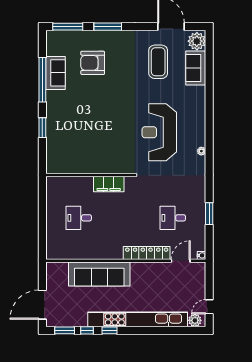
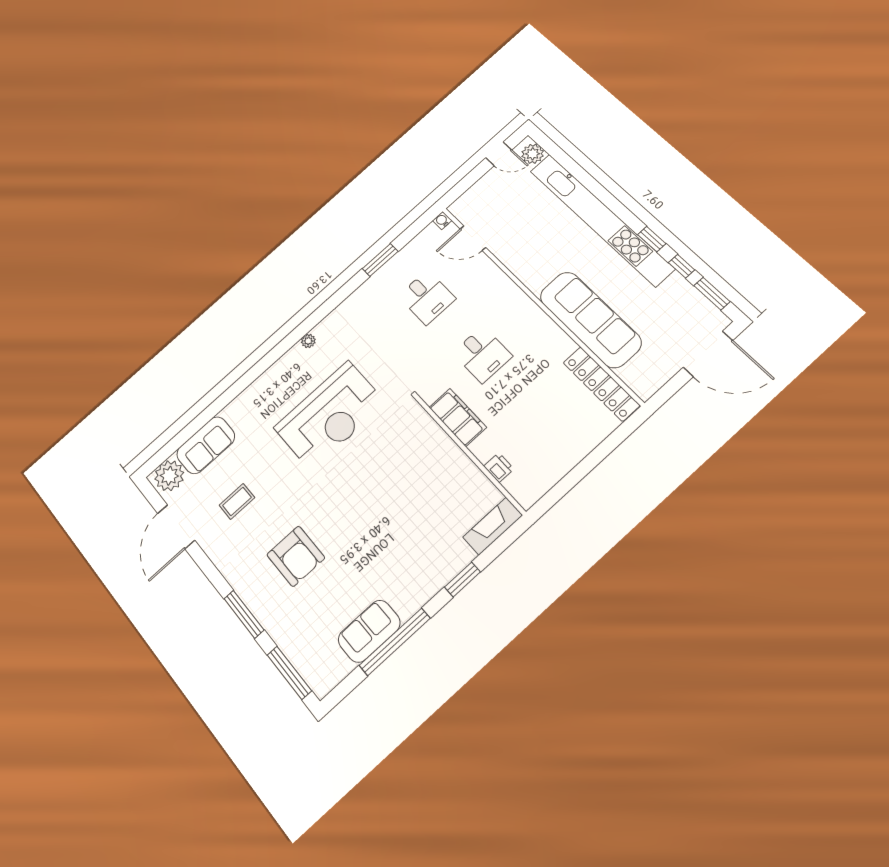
coffee table: (158, 62) -> (237, 501), width x0.54, depth x0.58
armchair: (93, 63) -> (296, 556), moved
fireplace: (52, 158) -> (493, 526), added
printer: (73, 182) -> (499, 468), added
desk: (79, 218) -> (482, 355), moved
locker: (147, 253) -> (601, 384), moved

